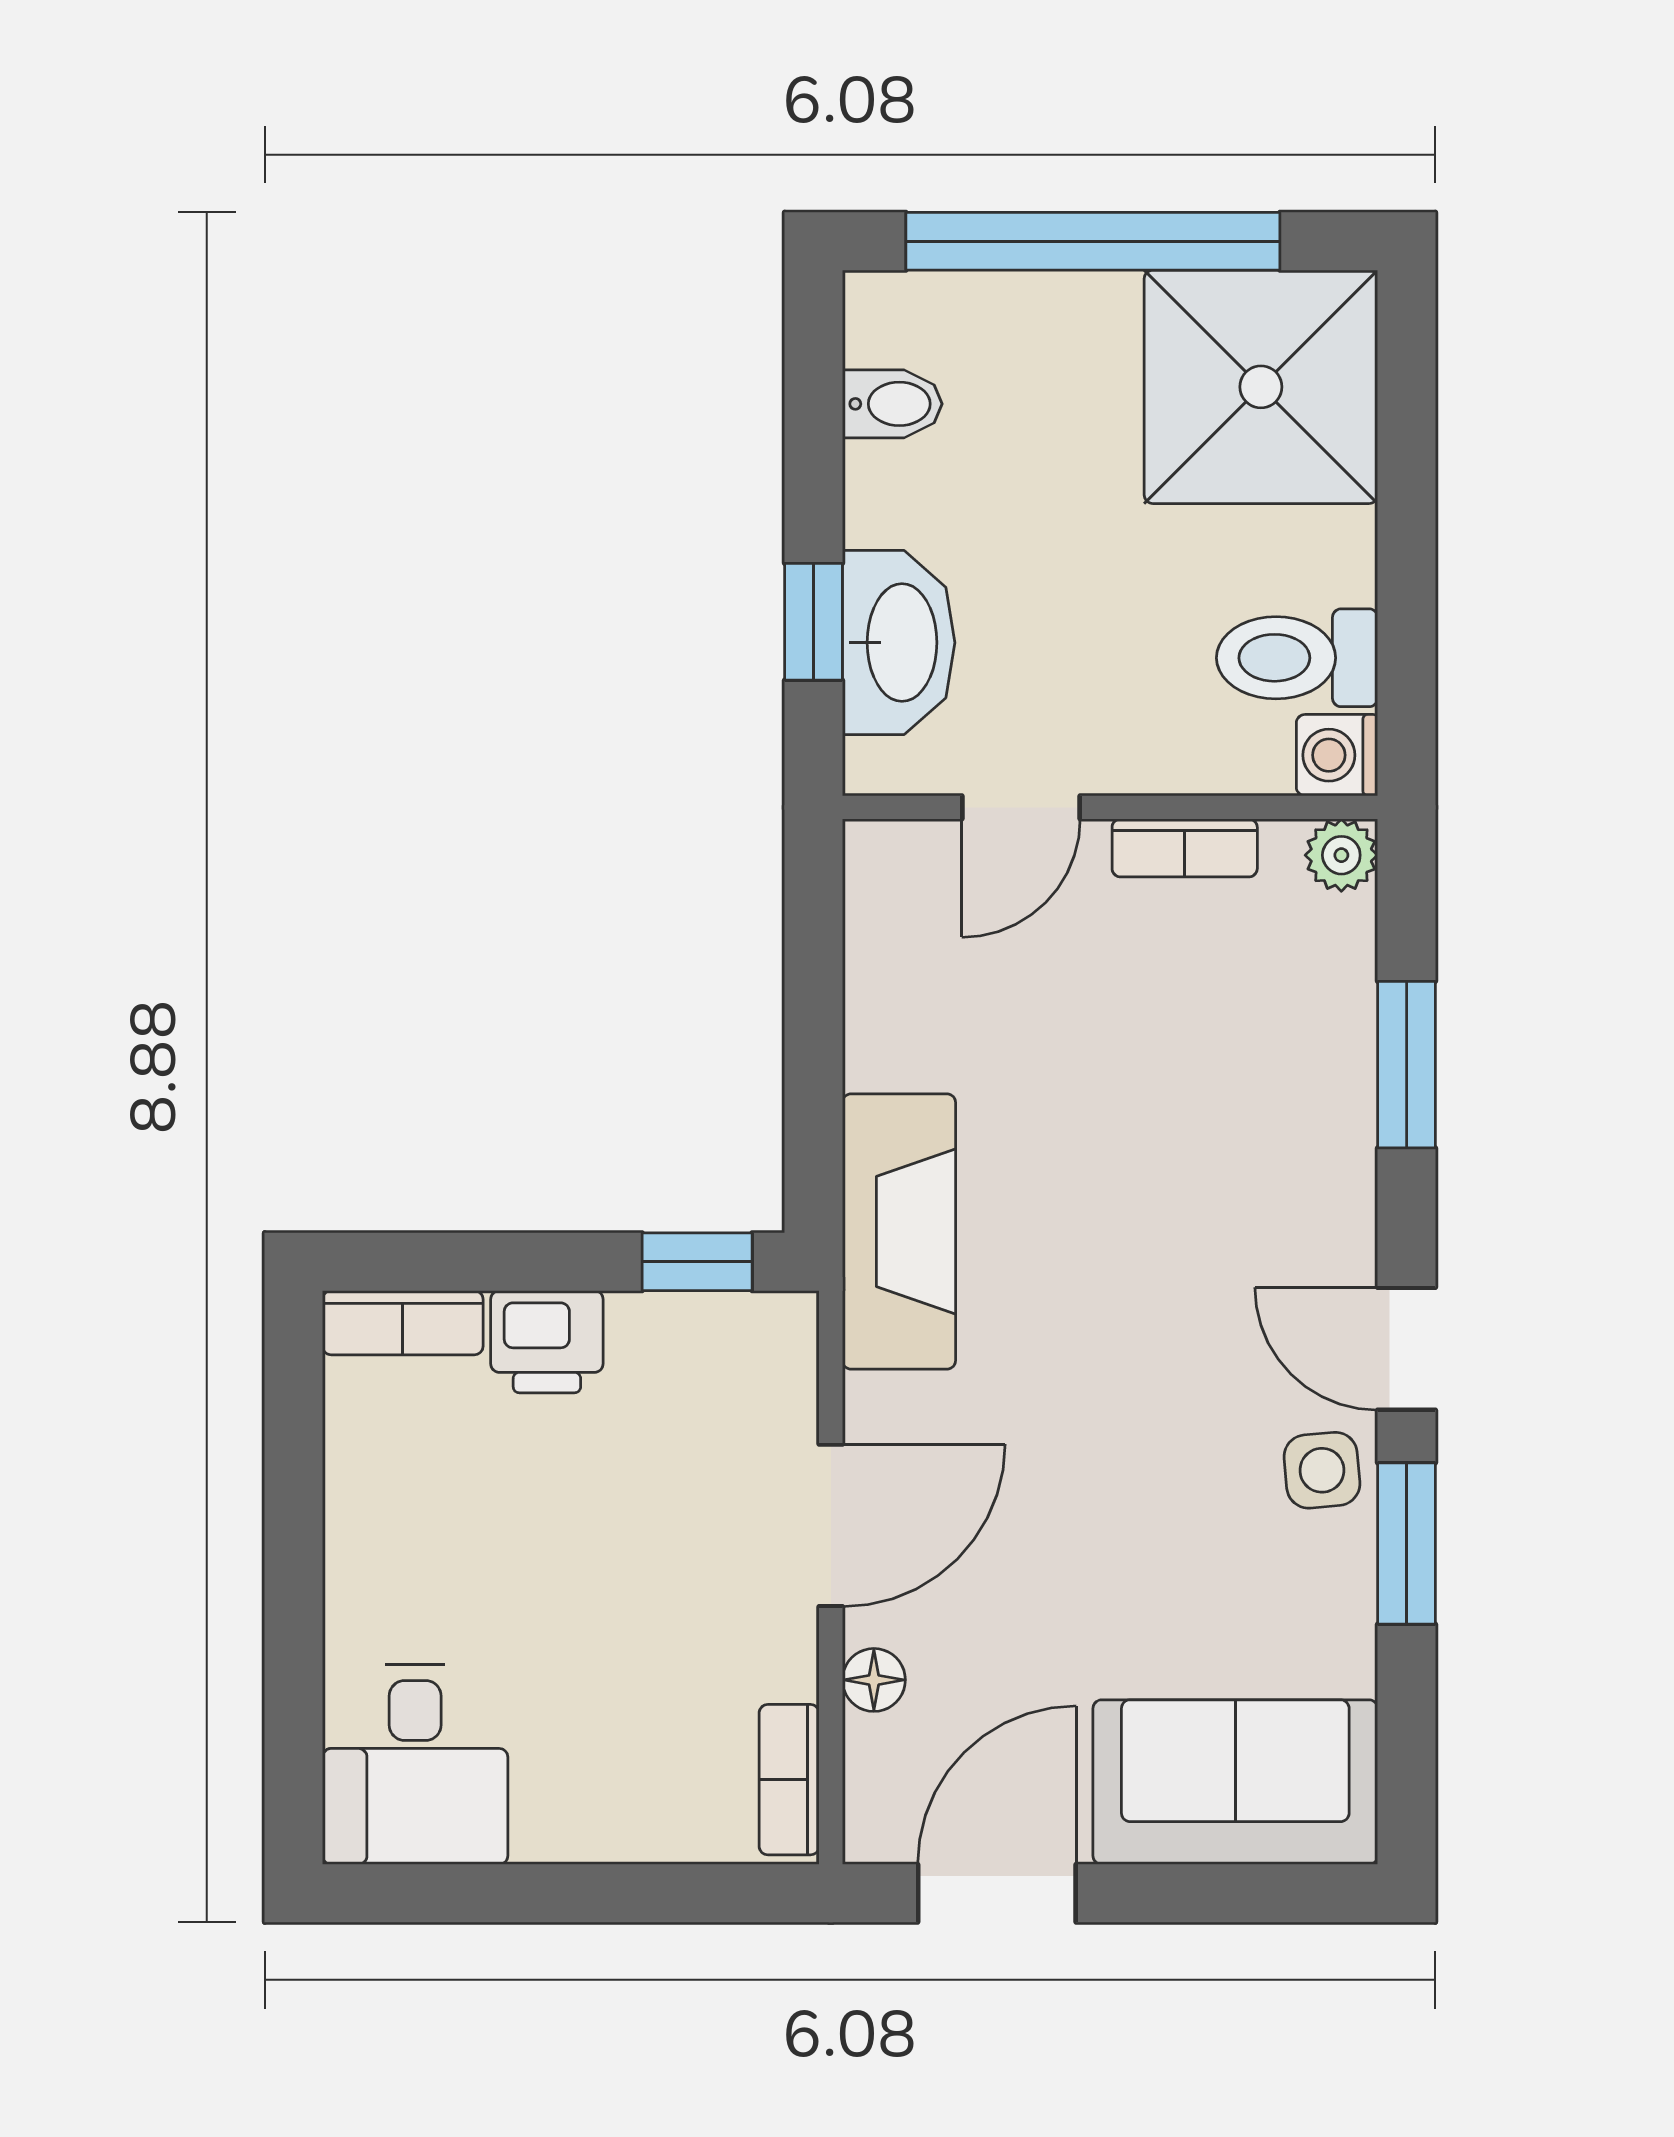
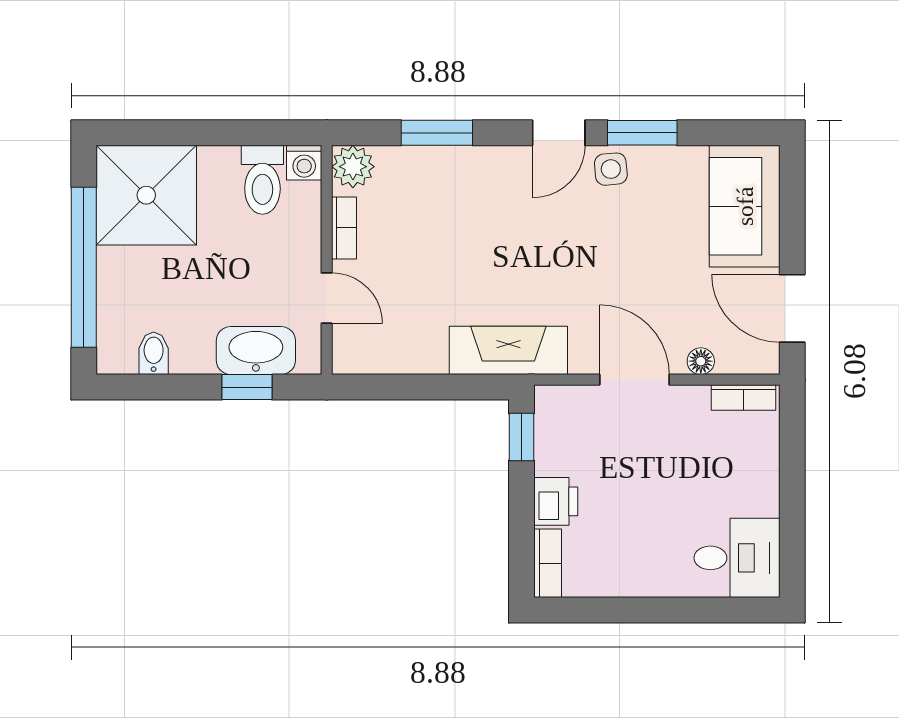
plant: (1341, 855) -> (353, 167), width x1.38, depth x1.38

